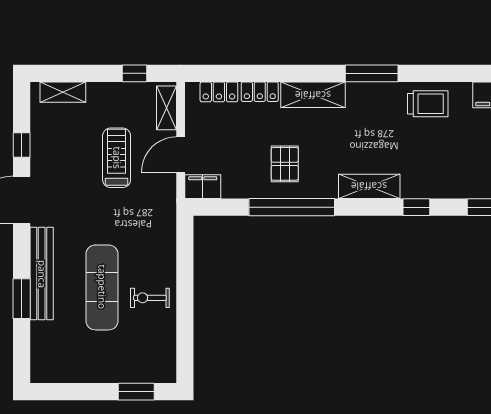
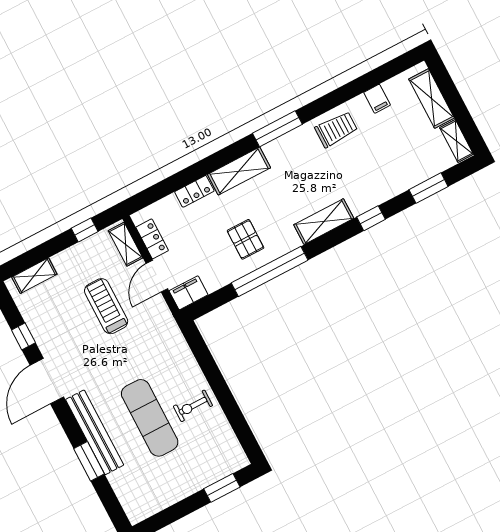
locker: (219, 92) -> (152, 239), moved, turned -90

